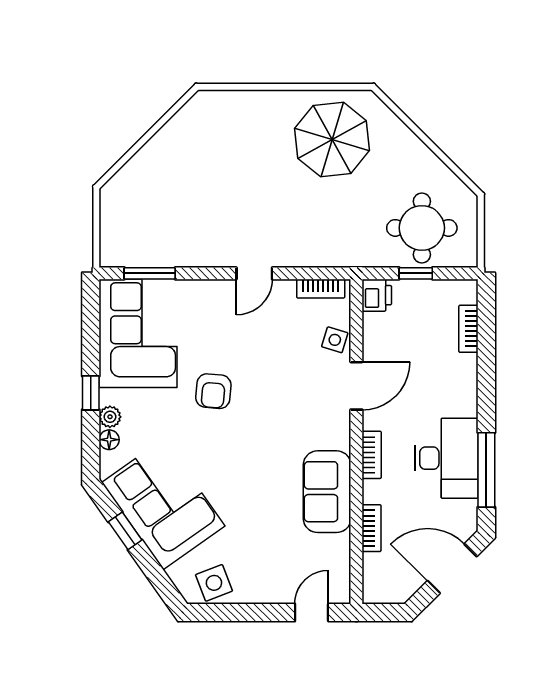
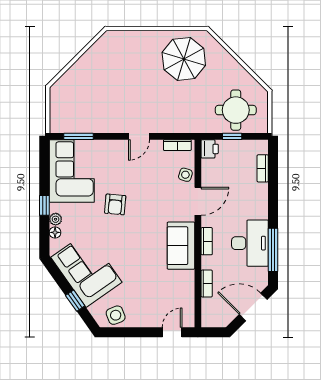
sofa: (327, 492) -> (181, 246), moved
window: (125, 531) -> (75, 301), moved

